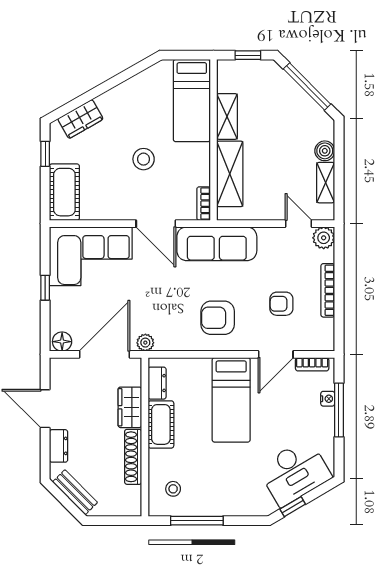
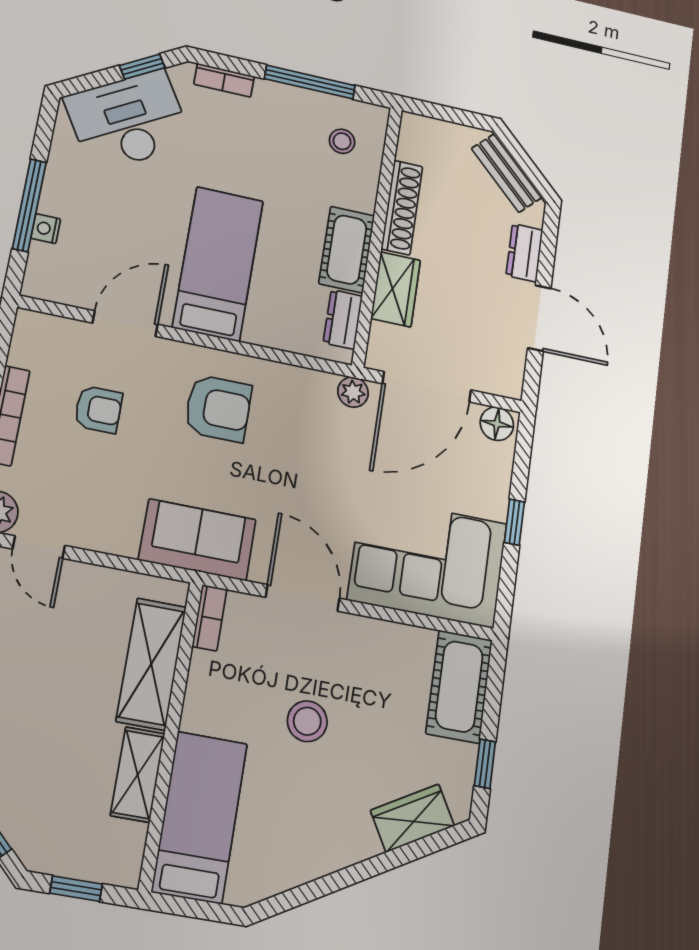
sofa: (217, 244) -> (197, 540), width x0.73
bookcase: (312, 364) -> (224, 80), moved, turned 180

